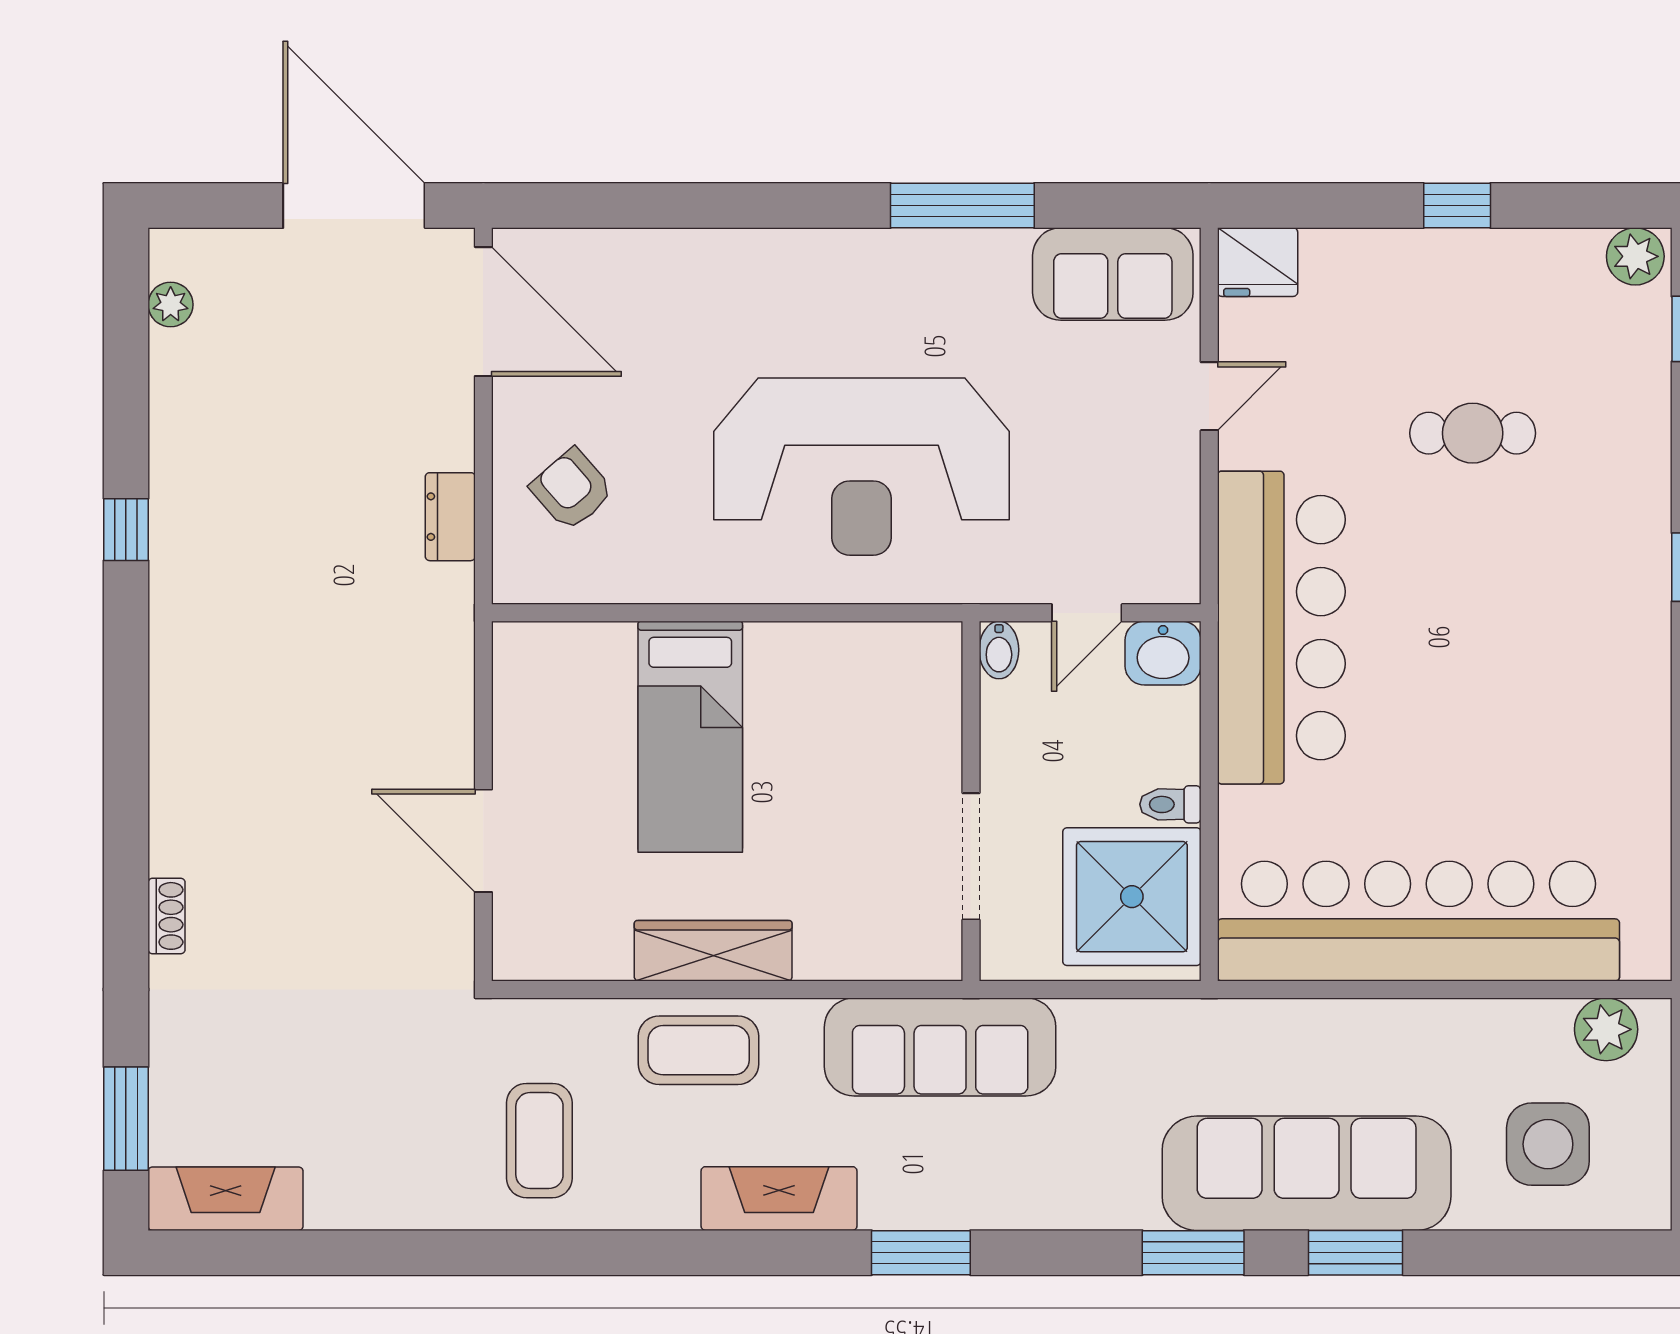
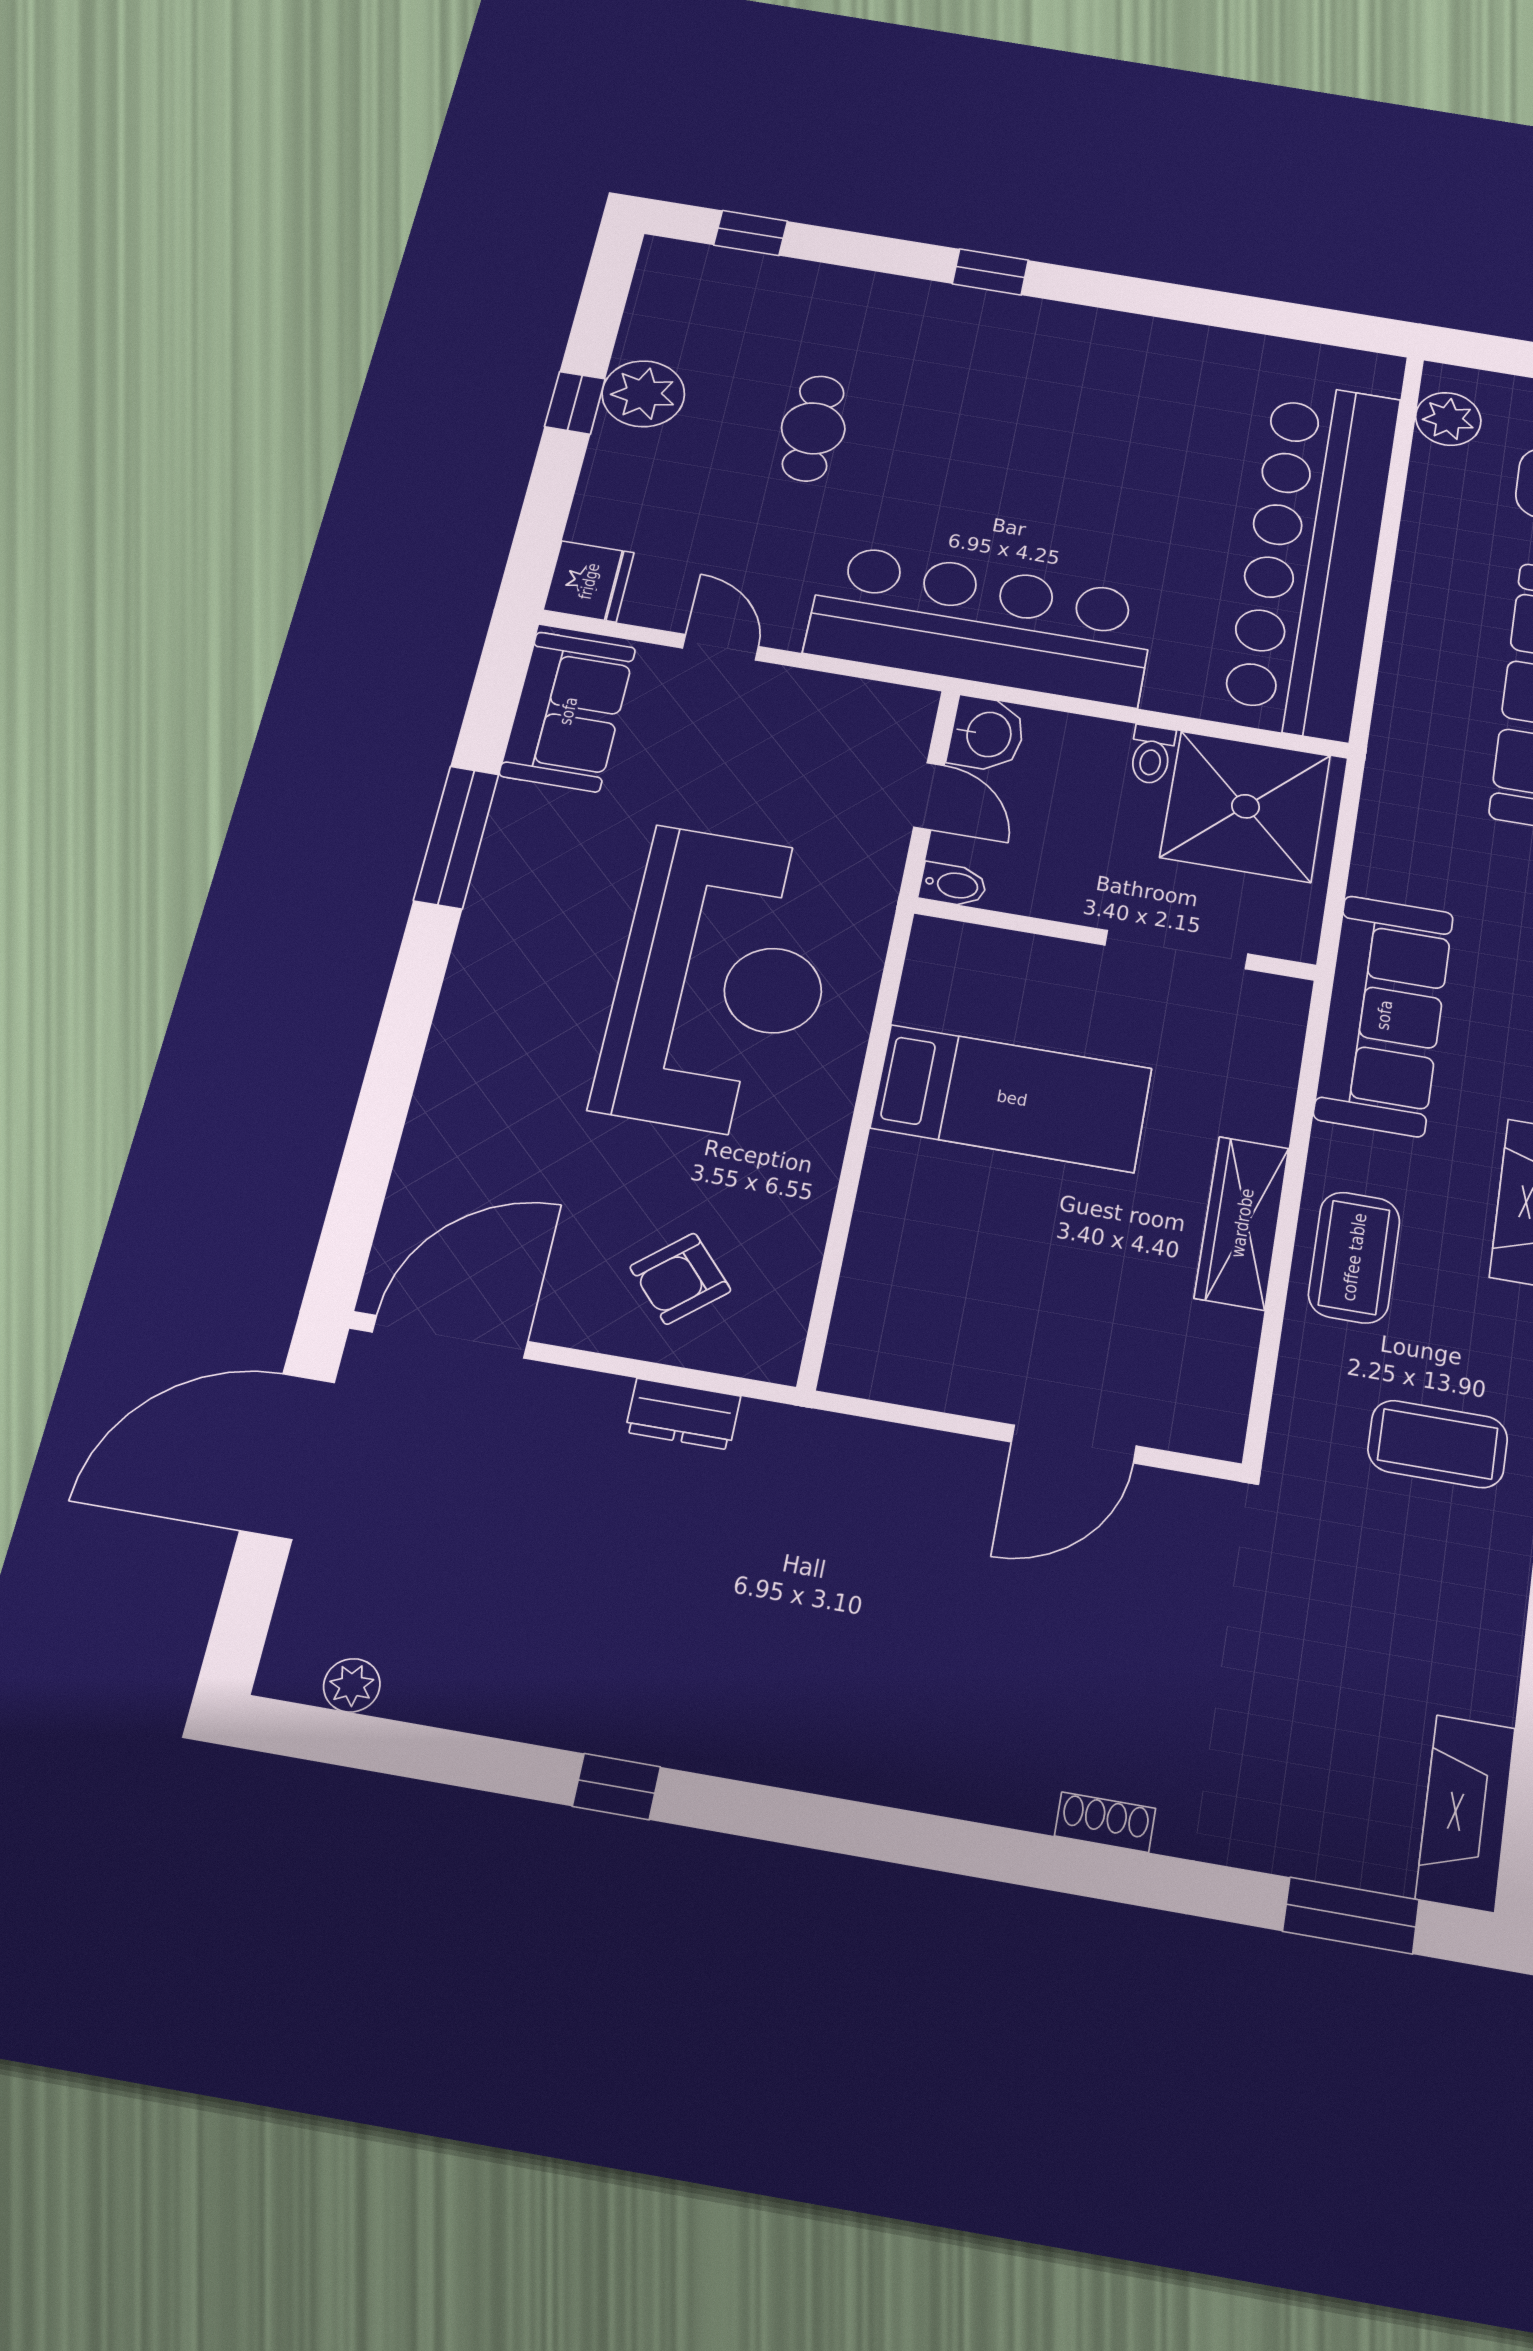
plant: (1635, 256) -> (643, 394), moved, width x1.36, depth x1.36
bed: (690, 737) -> (1012, 1098), moved

